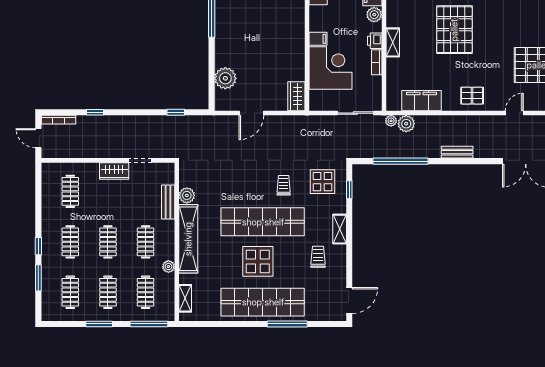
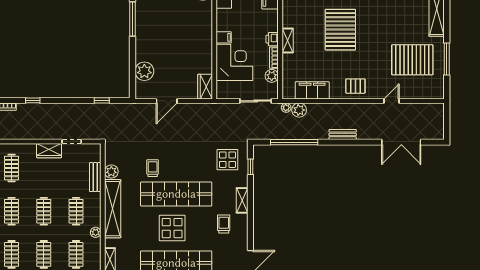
plant: (374, 15) -> (272, 76), moved
trolley: (284, 185) -> (153, 168), moved

